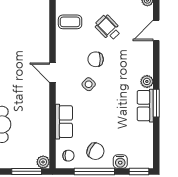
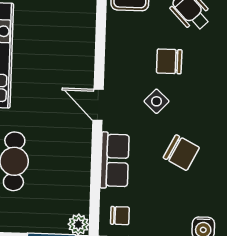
door: (53, 73) -> (98, 105), moved
chair: (95, 151) -> (181, 153), moved

